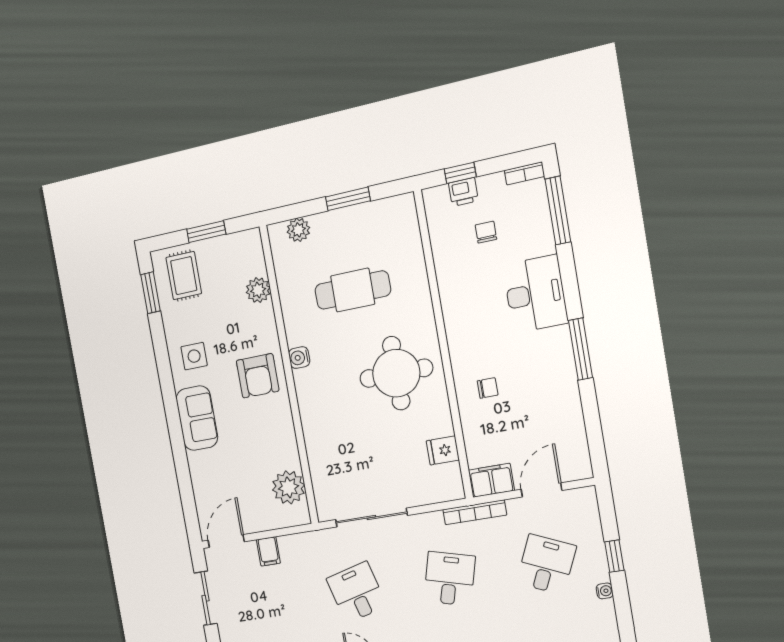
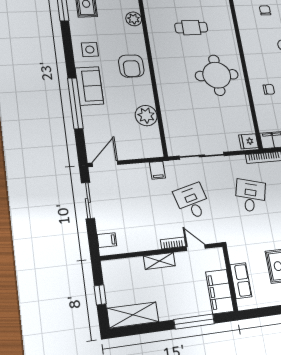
cafe table: (353, 290) -> (191, 28), width x0.73, depth x0.74
water cooler: (299, 358) -> (158, 59), removed
window: (179, 449) -> (75, 103), added
fridge: (443, 450) -> (249, 141), moved
plant: (288, 487) -> (146, 116), moved
filing cabinet: (268, 551) -> (157, 170), moved

